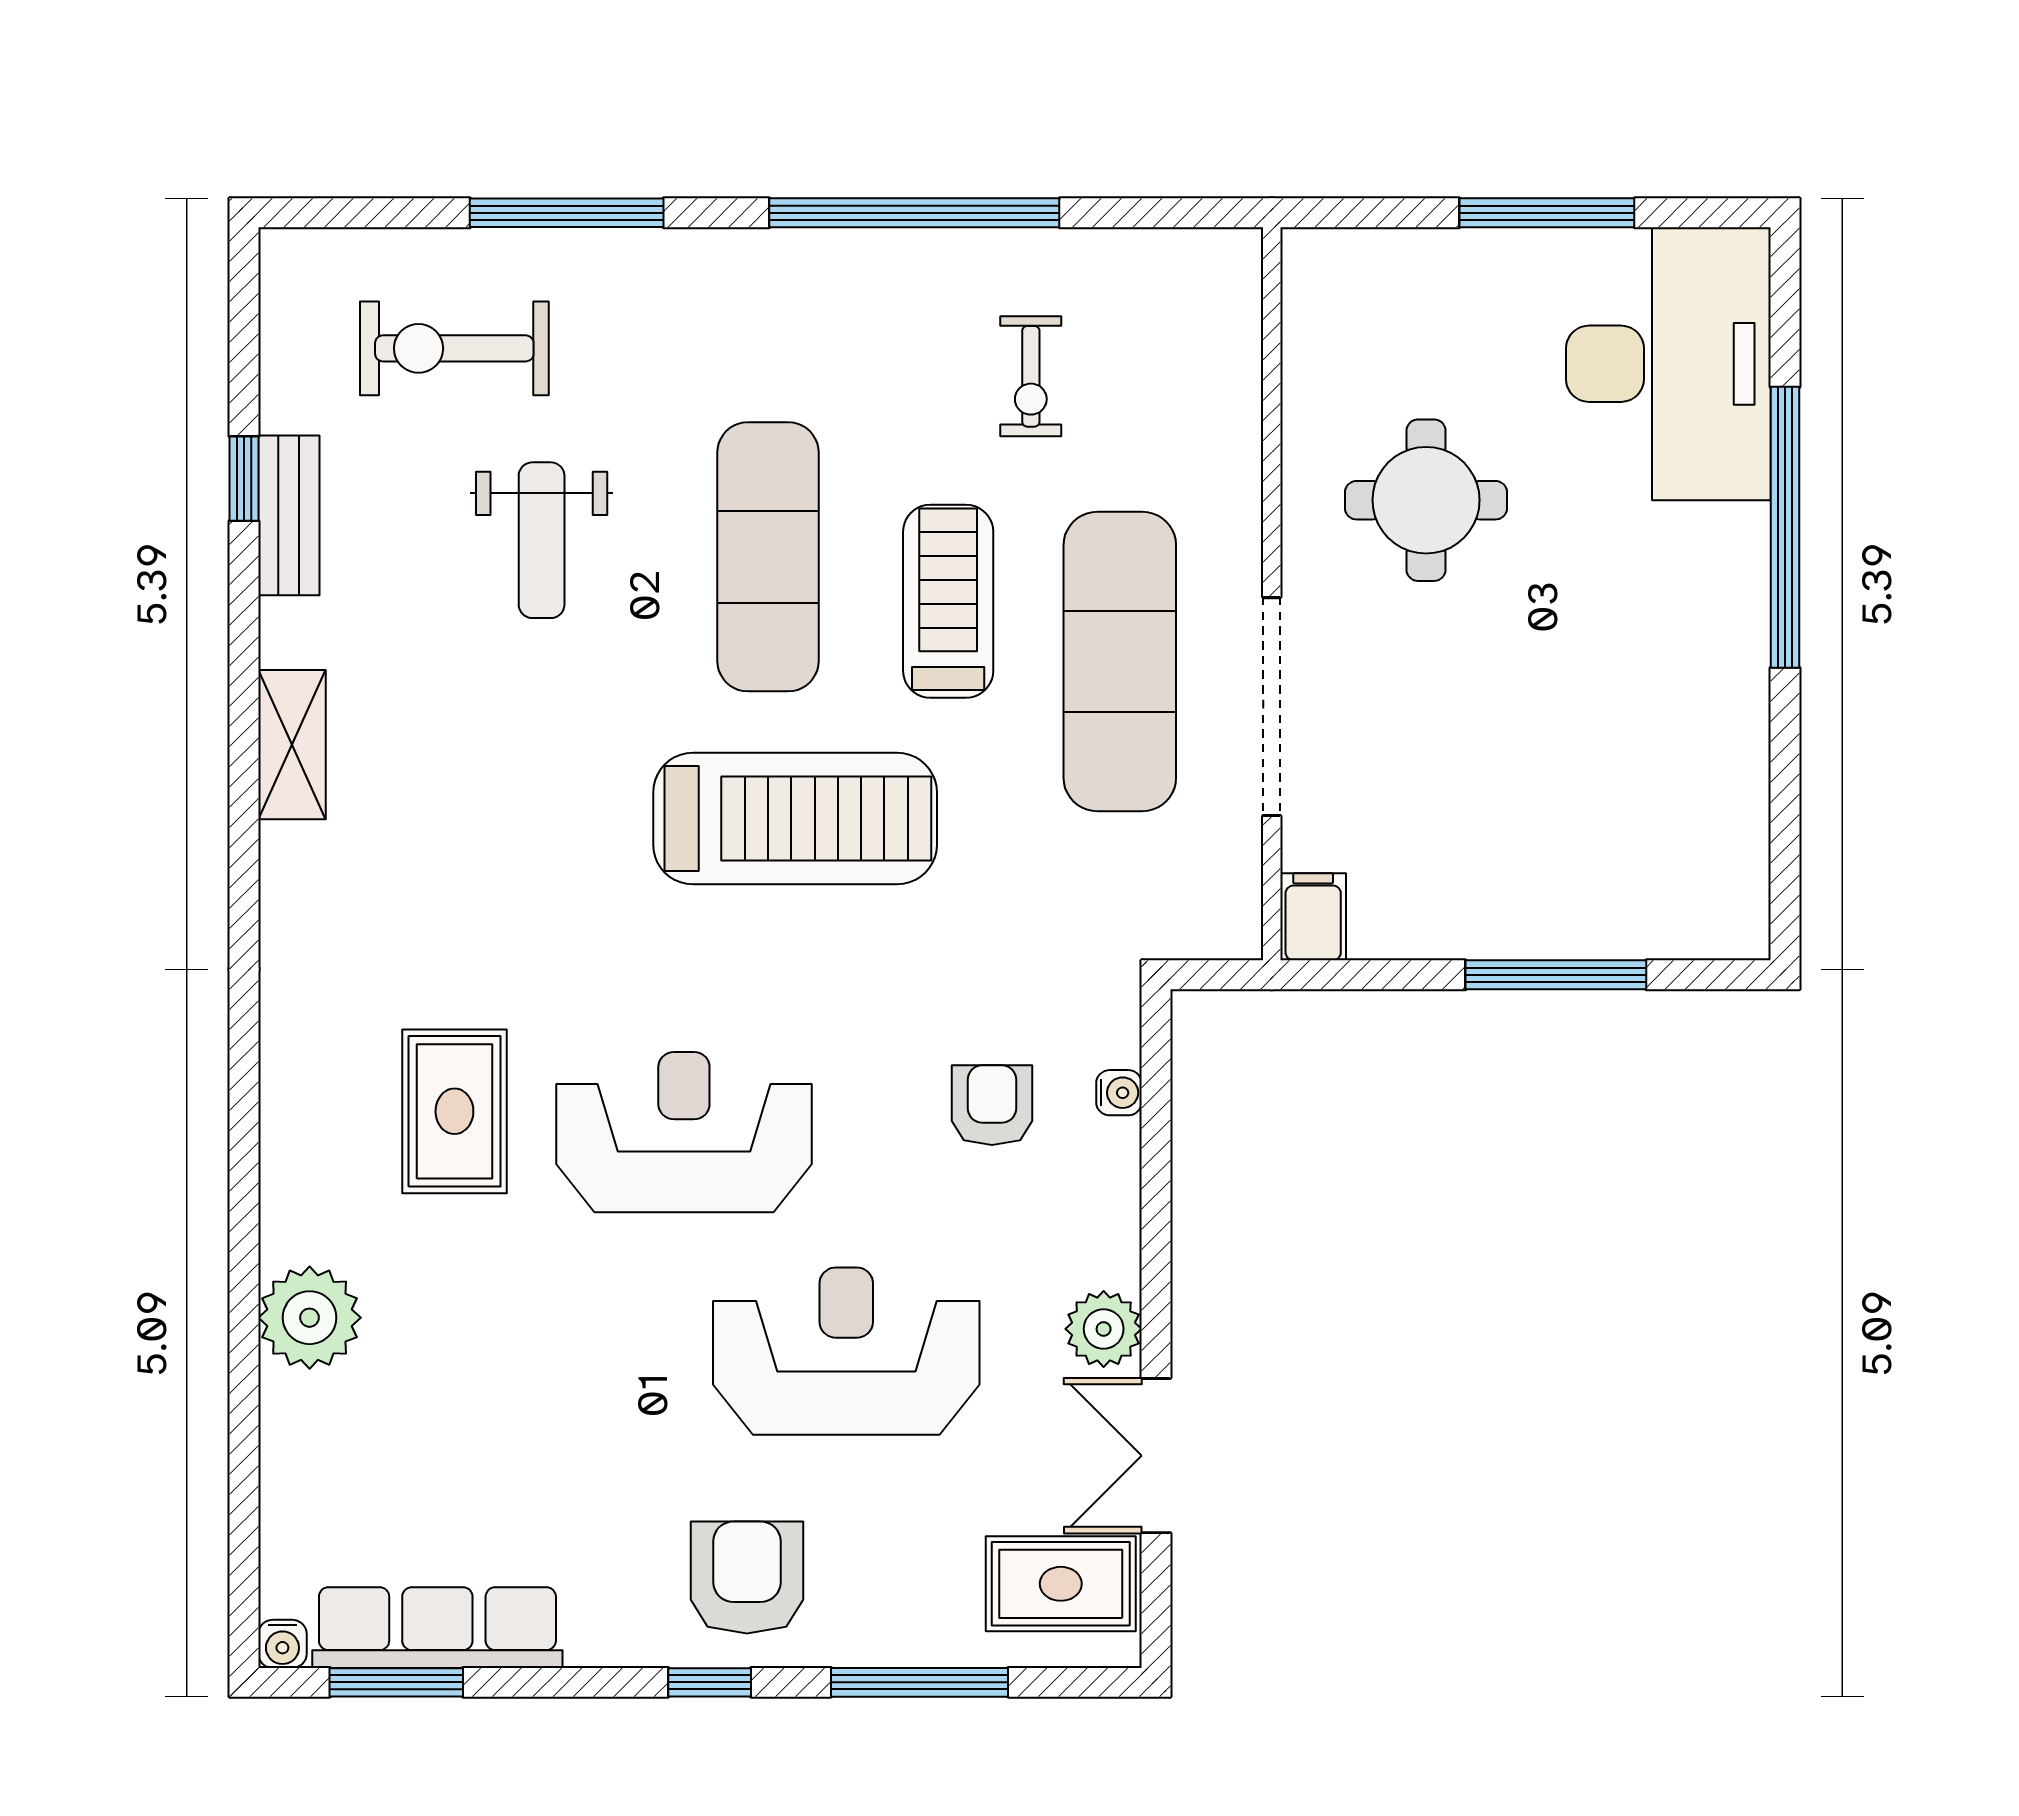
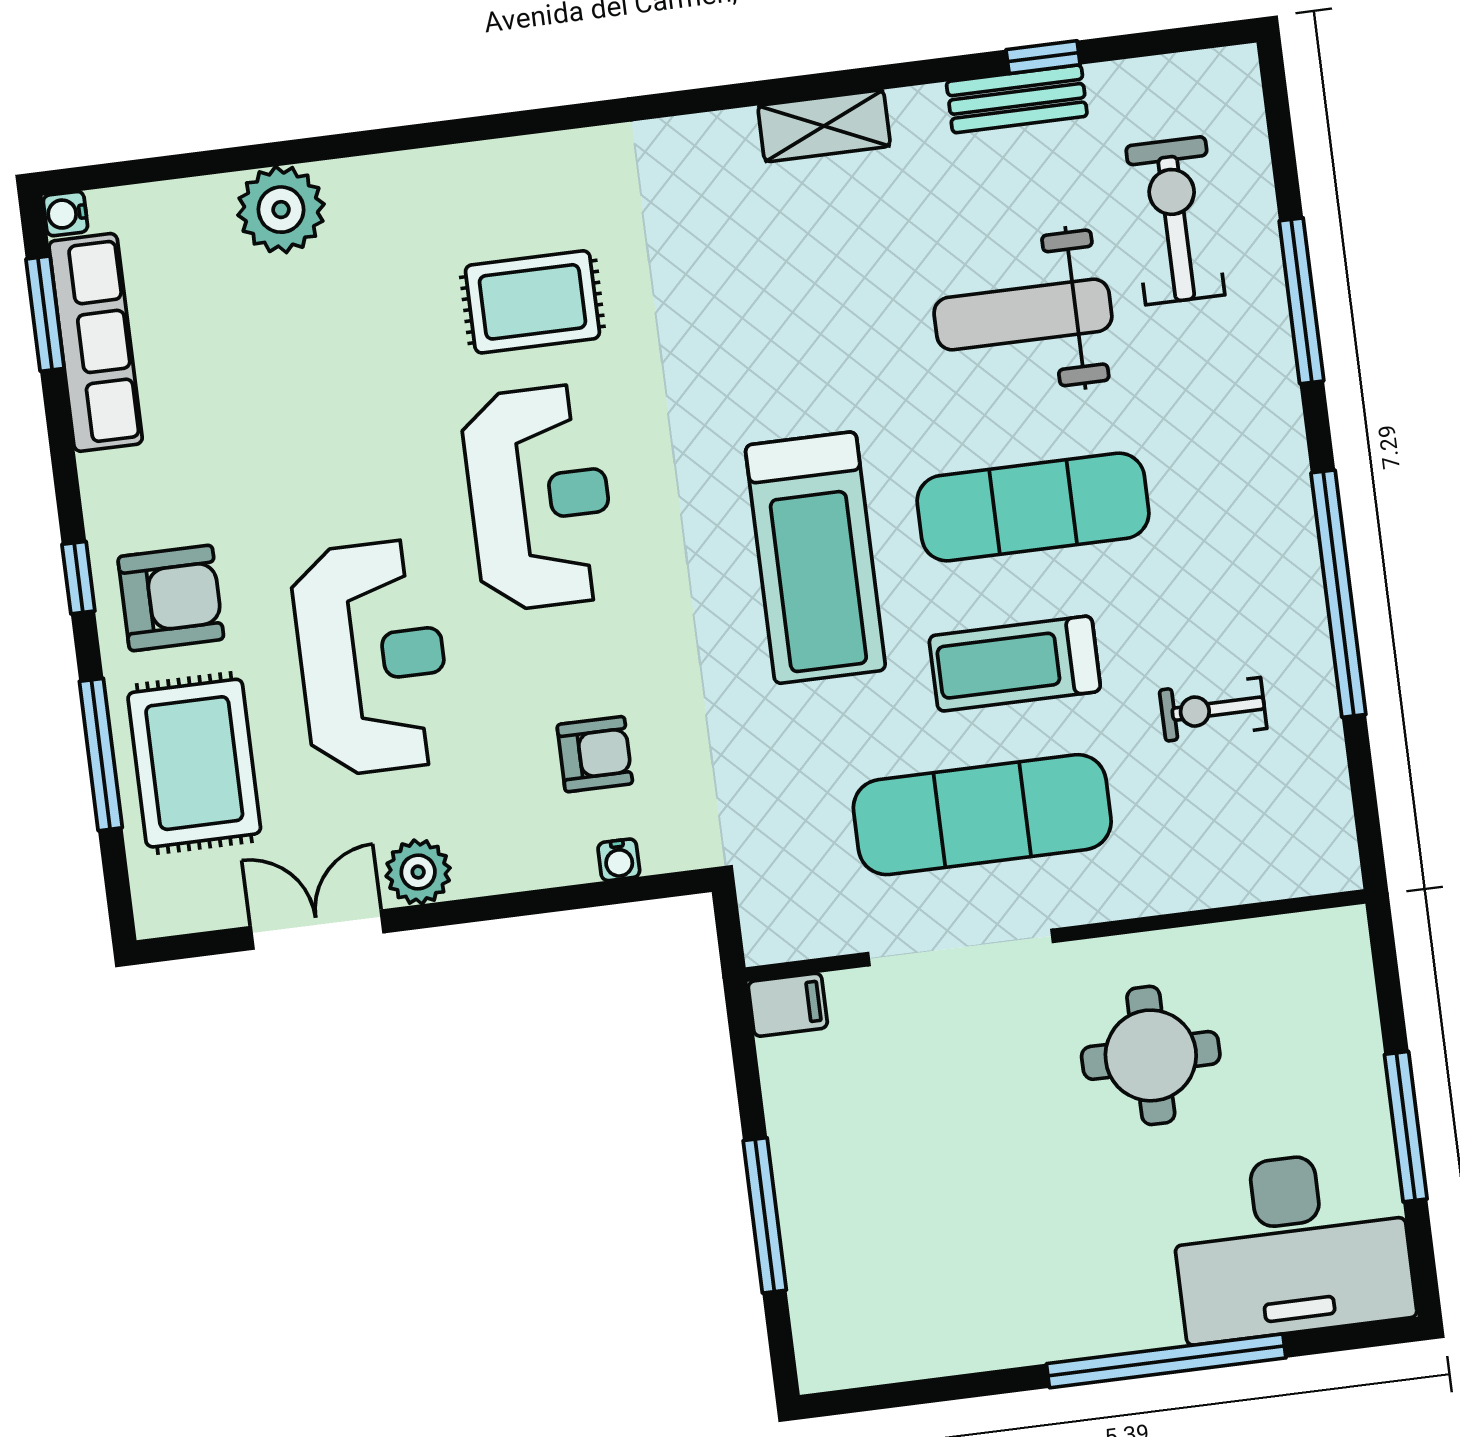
weight bench: (542, 540) -> (1023, 315), width x1.36, depth x1.33
treadmill: (948, 601) -> (1015, 664), turned 180
plant: (310, 1318) -> (281, 210), moved
rug: (1061, 1584) -> (194, 763), moved, width x1.36, depth x1.43

